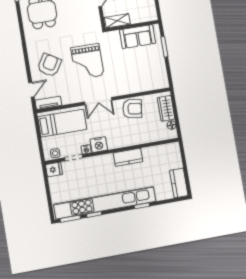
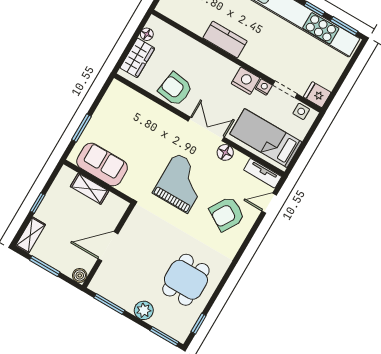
shelving: (117, 21) -> (90, 189), moved
floor lamp: (78, 97) -> (225, 152), added

